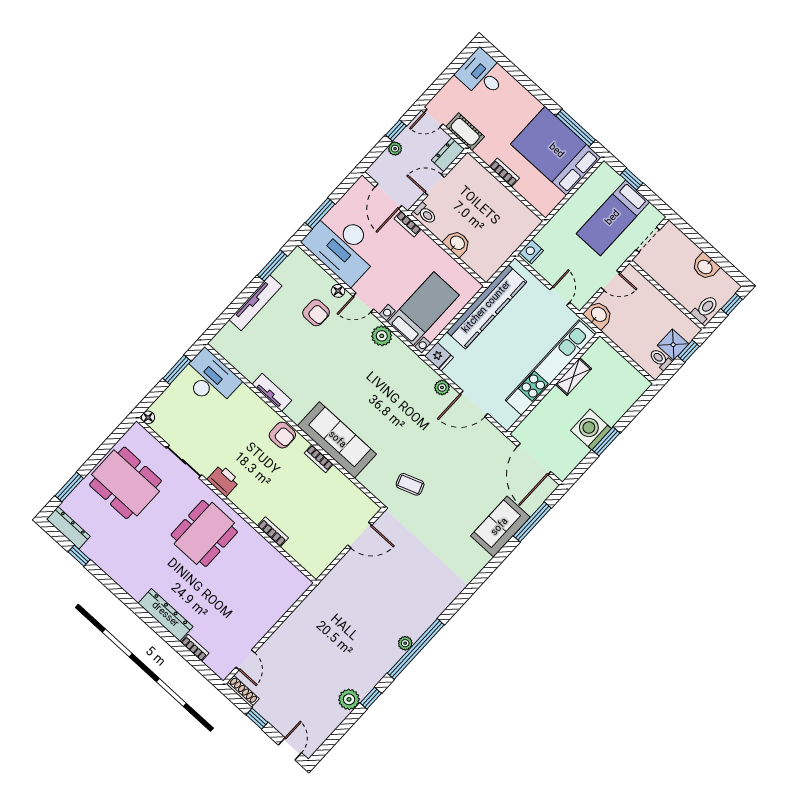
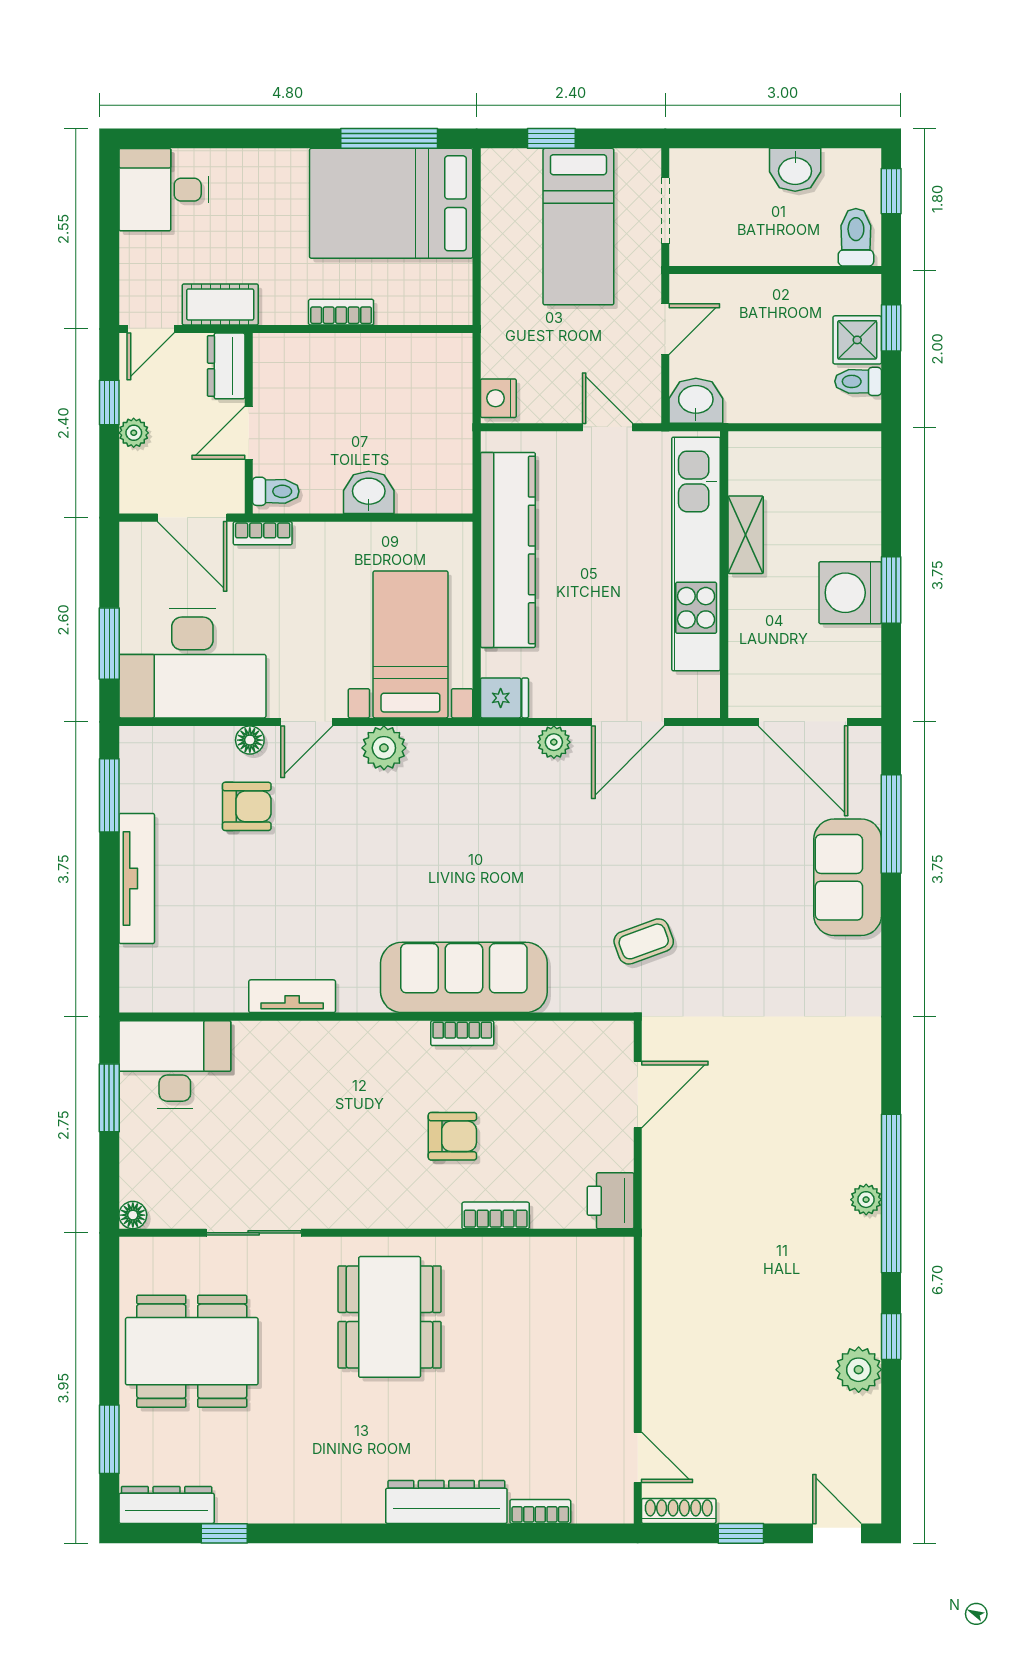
armchair: (282, 435) -> (452, 1136), moved
printer: (223, 480) -> (611, 1201), moved, turned -90

